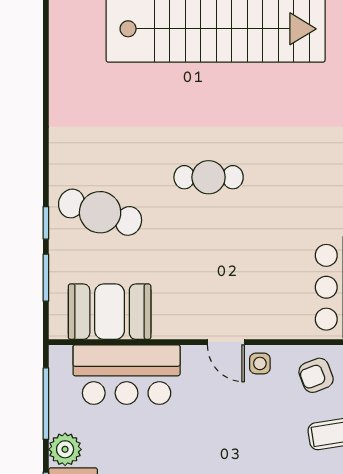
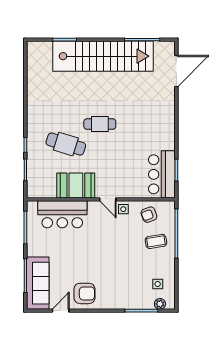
cafe table: (100, 212) -> (66, 144), moved
booth: (110, 312) -> (76, 185), moved
plant: (65, 449) -> (34, 248), removed

